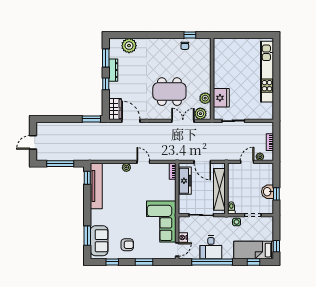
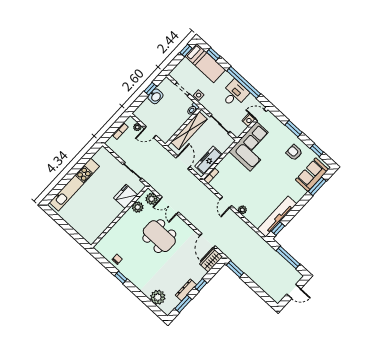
window: (190, 35) -> (121, 277), moved

